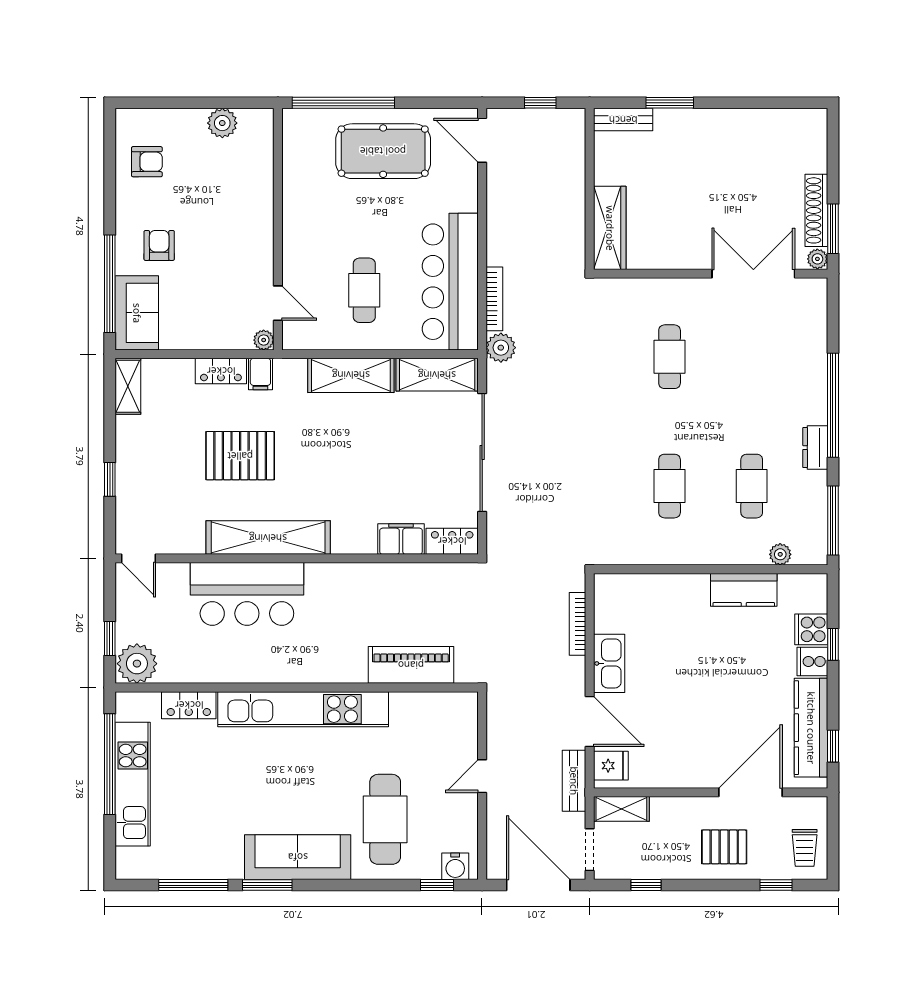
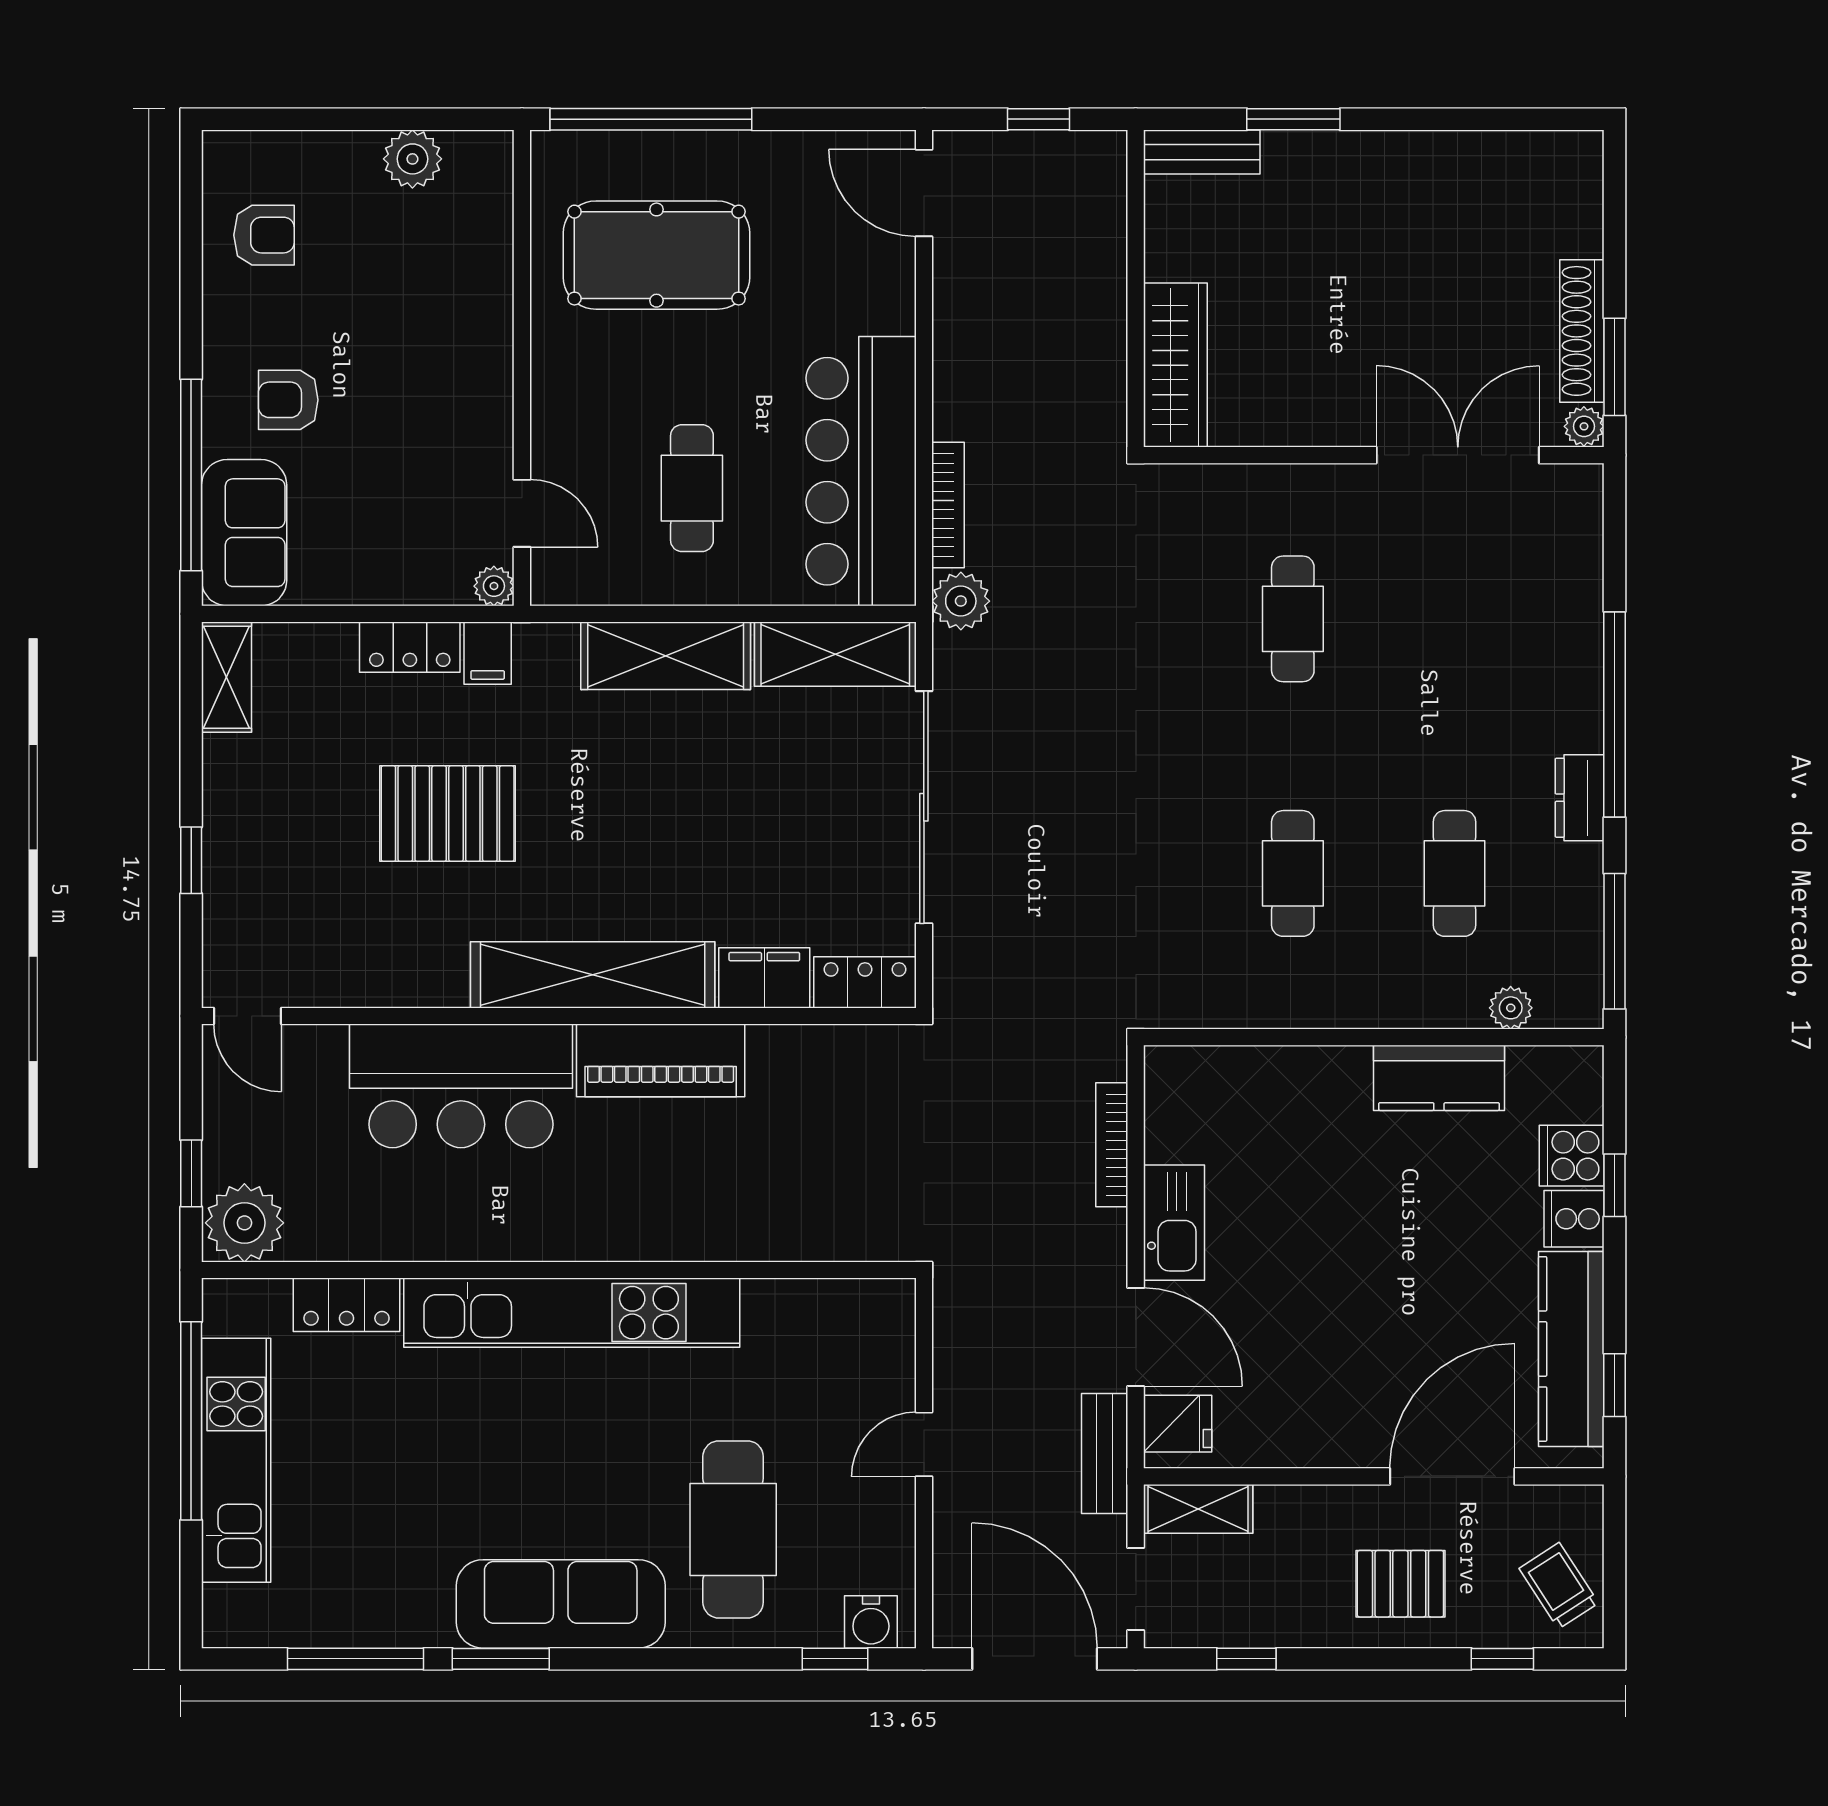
pool table: (383, 151) -> (657, 255), moved
armchair: (159, 245) -> (288, 400), turned -90
shelving: (268, 538) -> (593, 975), moved
piano: (411, 665) -> (661, 1060), moved, turned 180
trolley: (805, 848) -> (1559, 1586), turned 147

